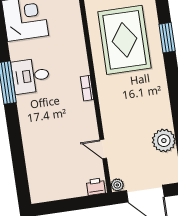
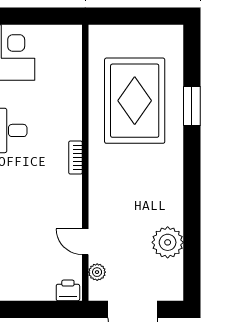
plant: (117, 185) -> (97, 272), moved

